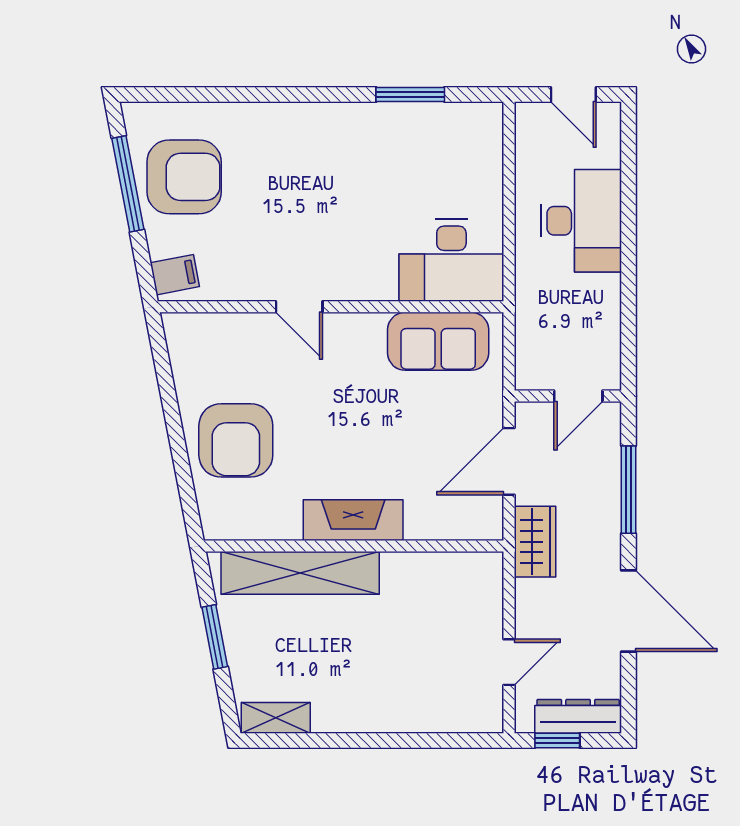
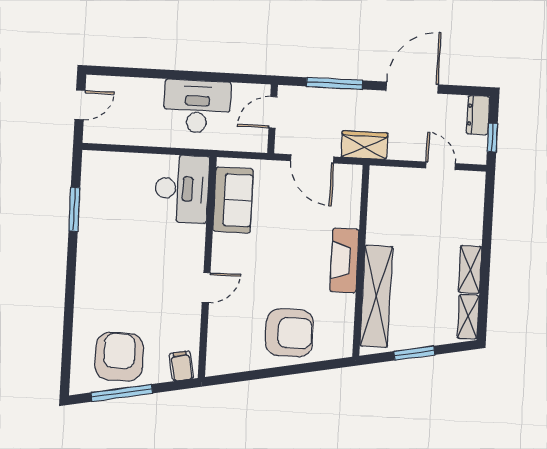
desk: (581, 221) -> (197, 106), moved
door: (578, 396) -> (273, 112), swing flipped
dresser: (578, 716) -> (478, 115), width x0.70
shelving: (350, 717) -> (470, 269), added

